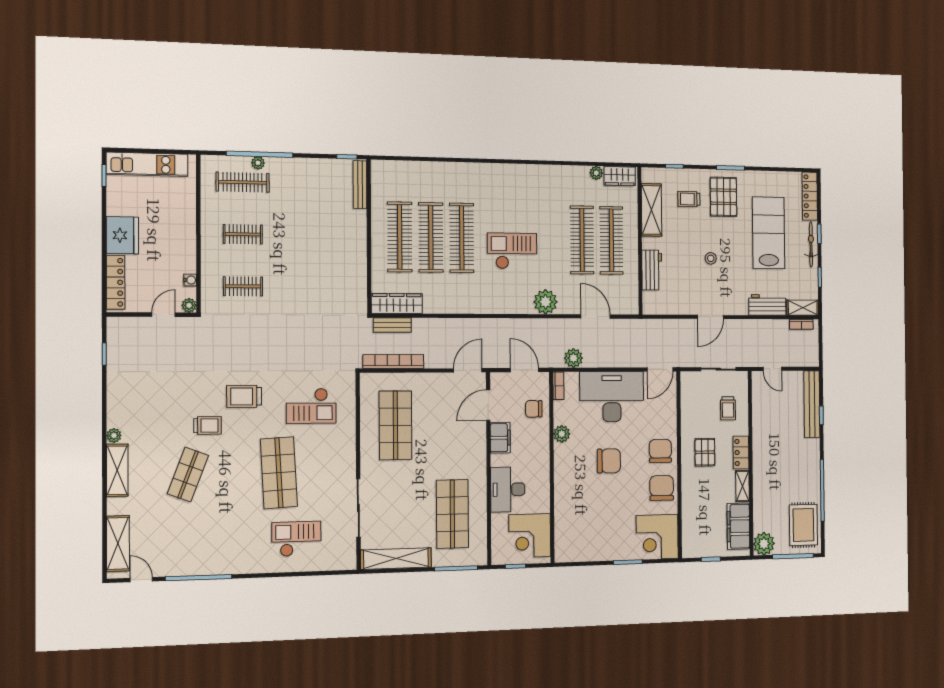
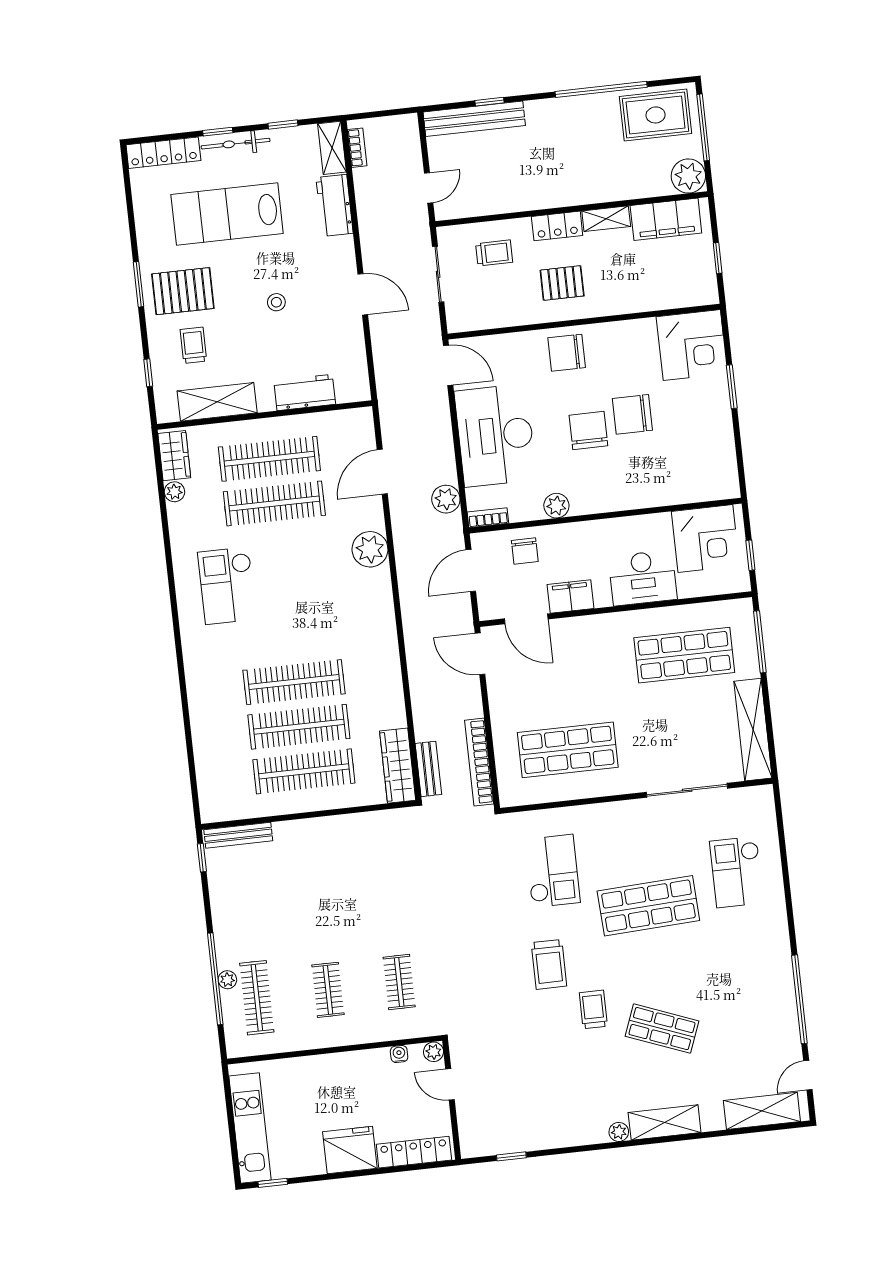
trolley: (689, 199) -> (193, 345), turned 180
checkout: (512, 251) -> (227, 586), moved
chair: (662, 488) -> (632, 414), moved

